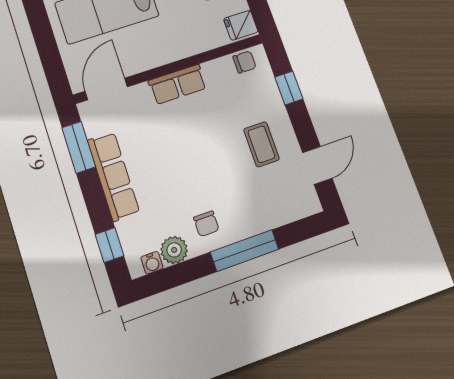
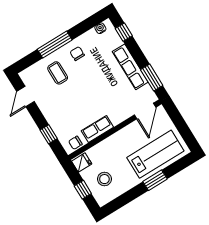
row of seats: (177, 84) -> (97, 129), moved
coffee table: (261, 144) -> (58, 73), moved
plant: (174, 250) -> (91, 37), removed

